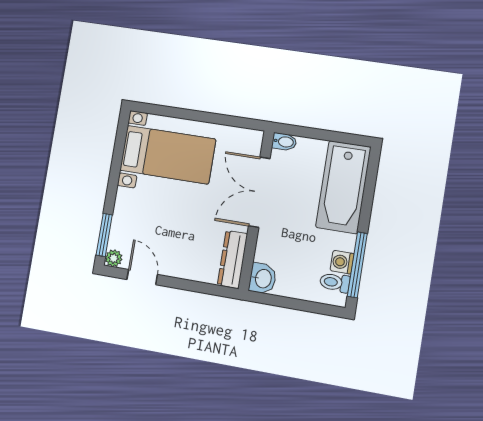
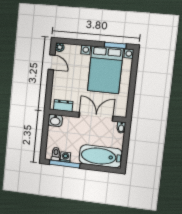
bed with nightstands: (168, 155) -> (105, 70), width x1.36
window: (104, 235) -> (115, 45), moved
dresser: (232, 259) -> (63, 106), width x0.70
door: (142, 277) -> (52, 62), hinge flipped

